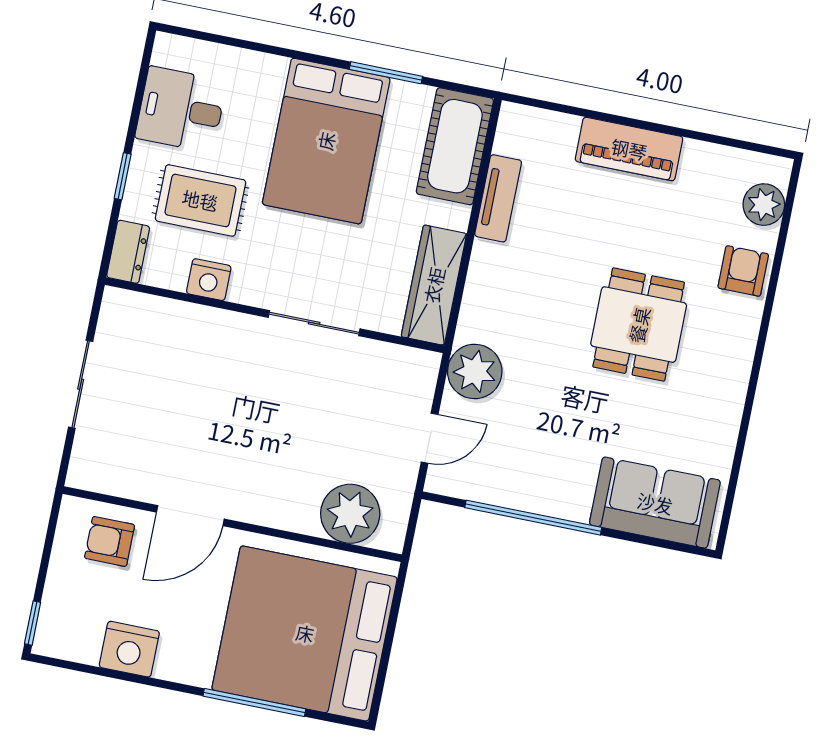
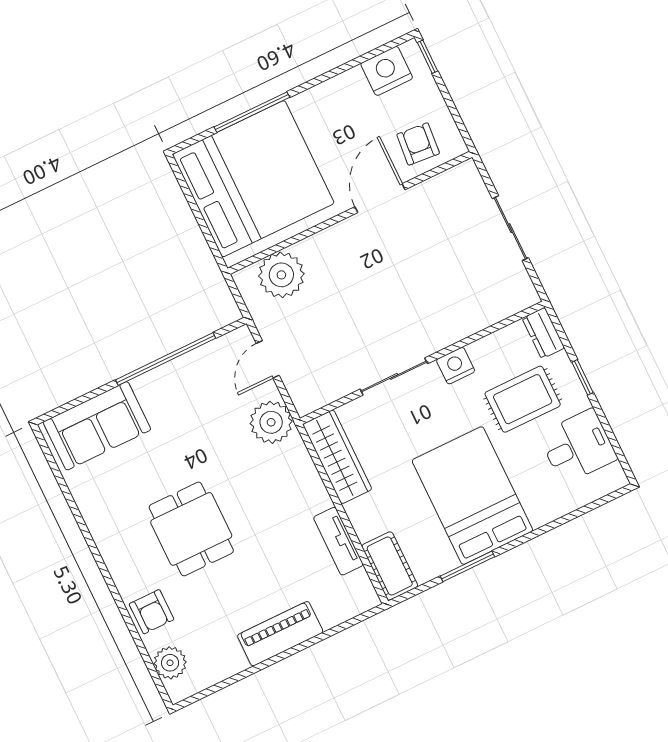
cot: (455, 146) -> (390, 566), width x0.73, depth x0.75
nightstand: (209, 280) -> (456, 366), moved
armchair: (110, 541) -> (418, 144), turned -85
nightstand: (129, 649) -> (387, 71), moved

